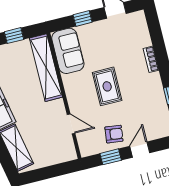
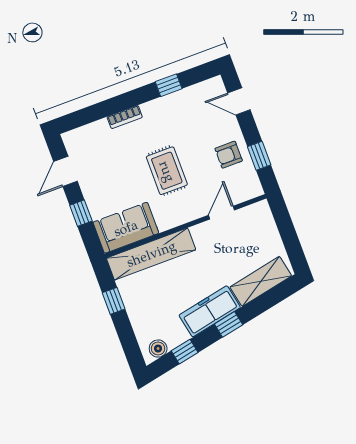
rug: (107, 86) -> (167, 171), turned 90
armchair: (114, 134) -> (229, 155), turned -97
door: (140, 150) -> (239, 101), moved

